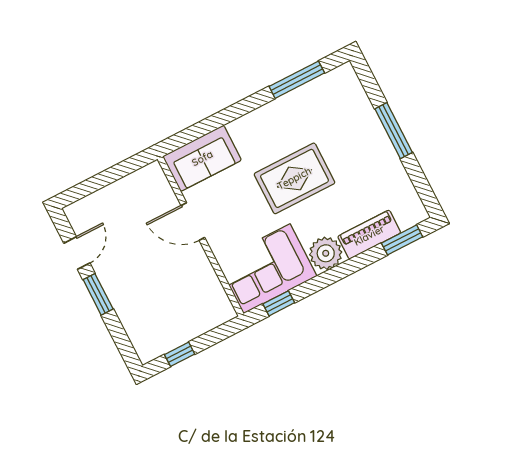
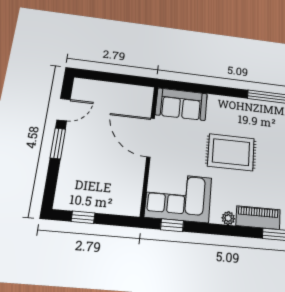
door: (193, 221) -> (151, 138), width x1.36
plant: (326, 253) -> (228, 218), width x0.53, depth x0.53

